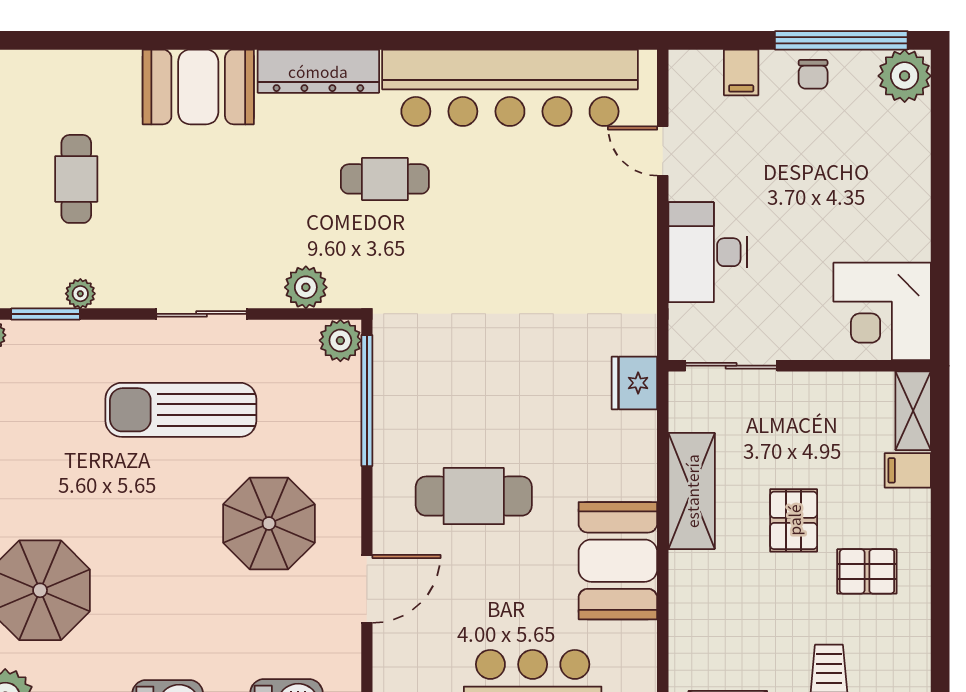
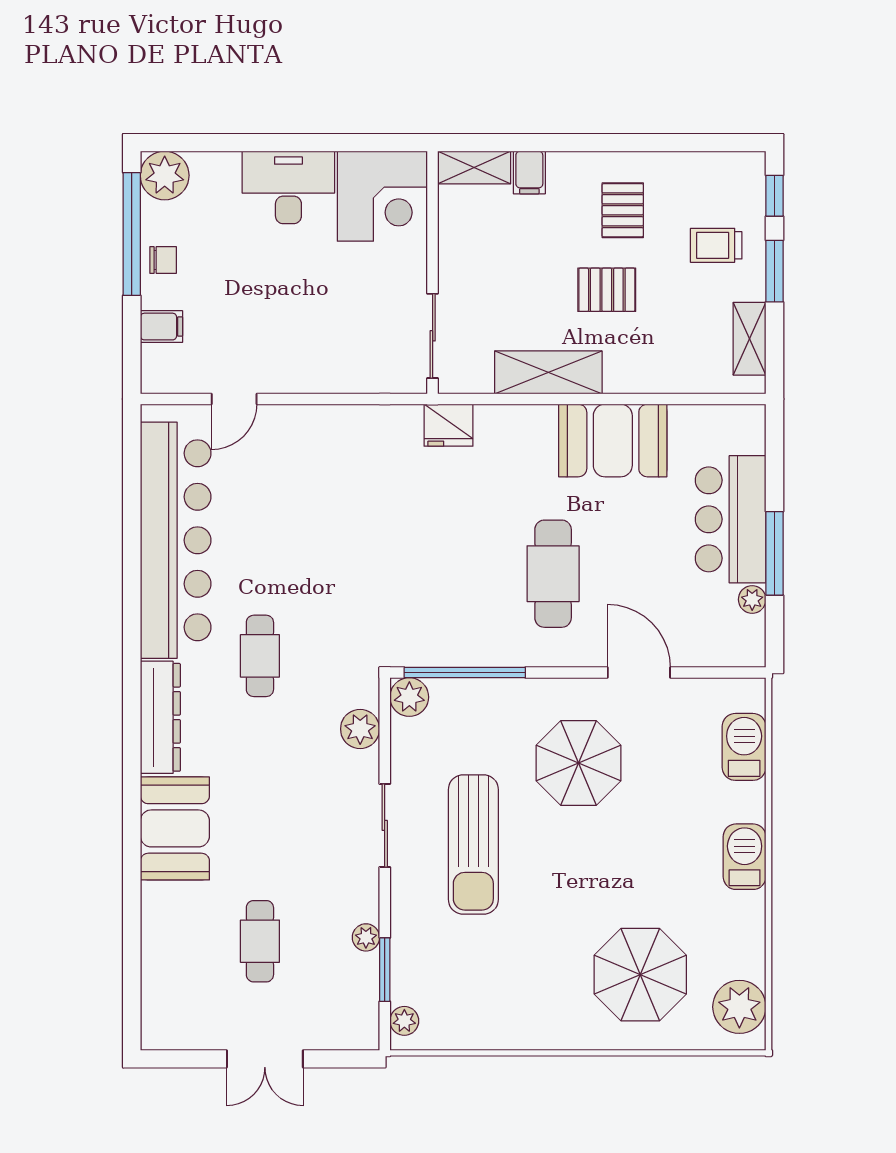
cafe table: (76, 179) -> (260, 941), turned 90
desk: (708, 252) -> (288, 187), moved, turned 180
pallet: (794, 520) -> (607, 290), moved

